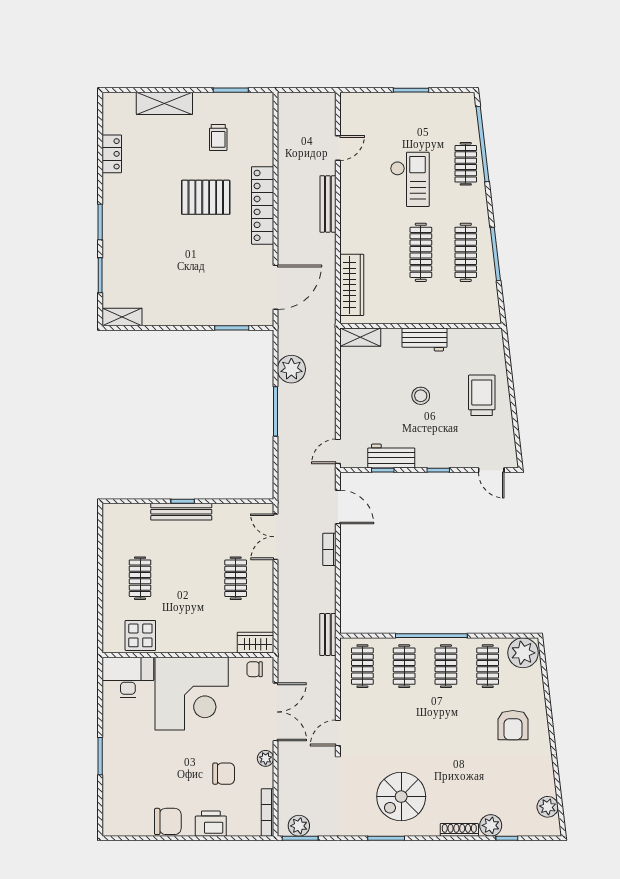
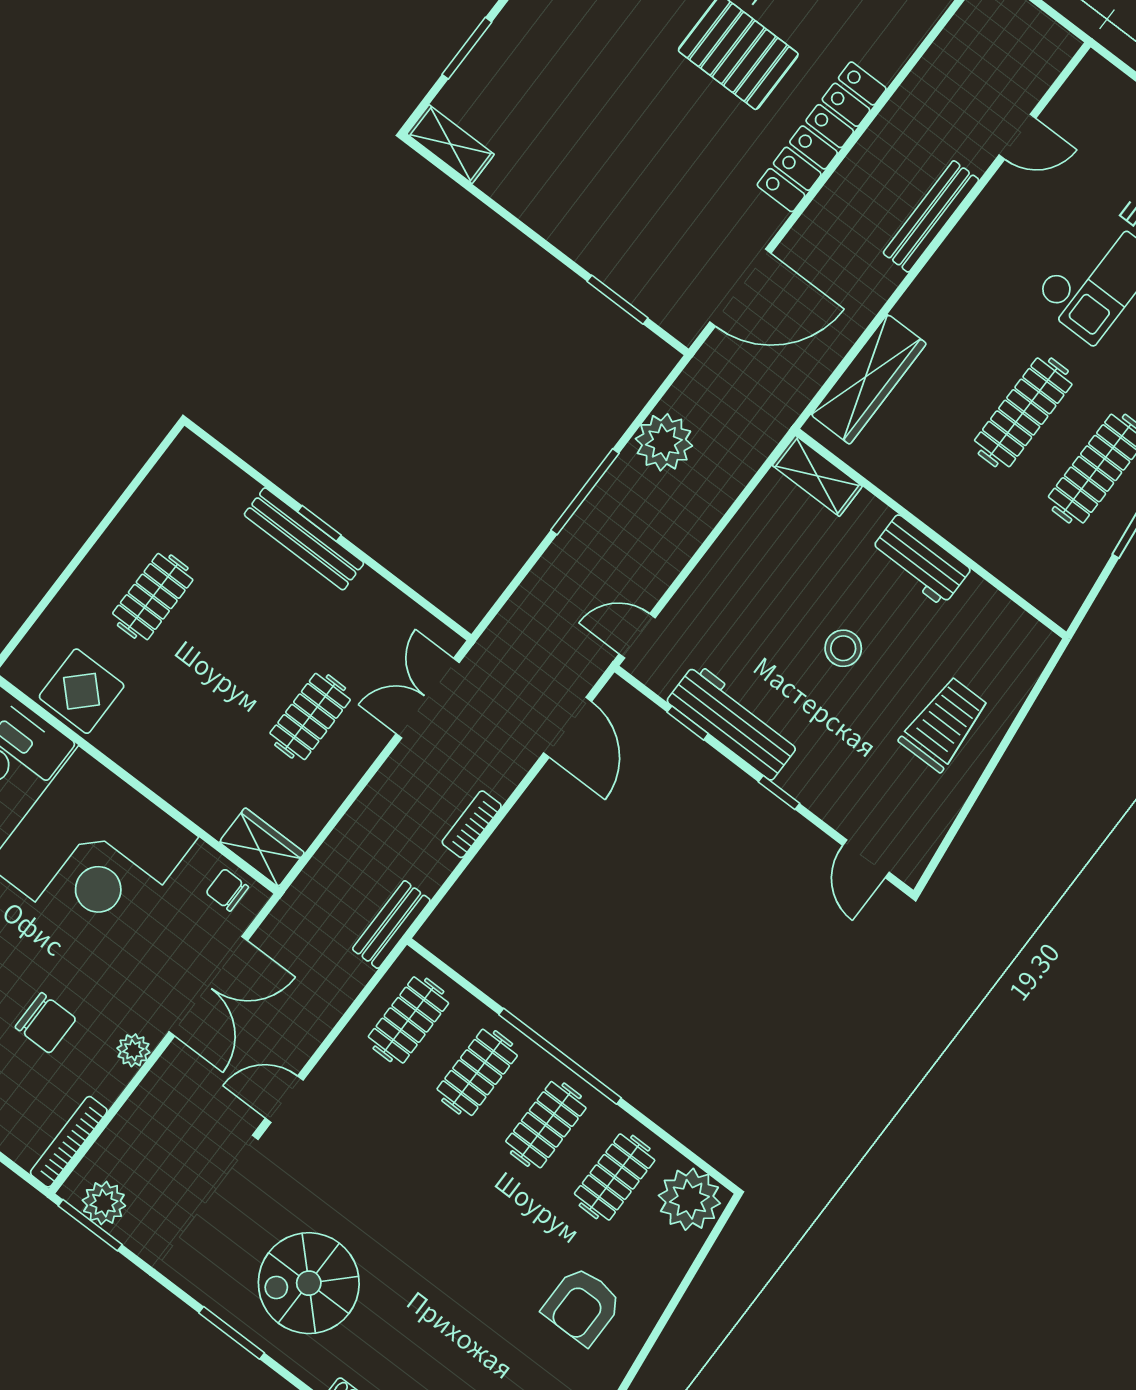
workbench: (391, 456) -> (734, 722), width x1.38
bookcase: (329, 549) -> (472, 824), moved

